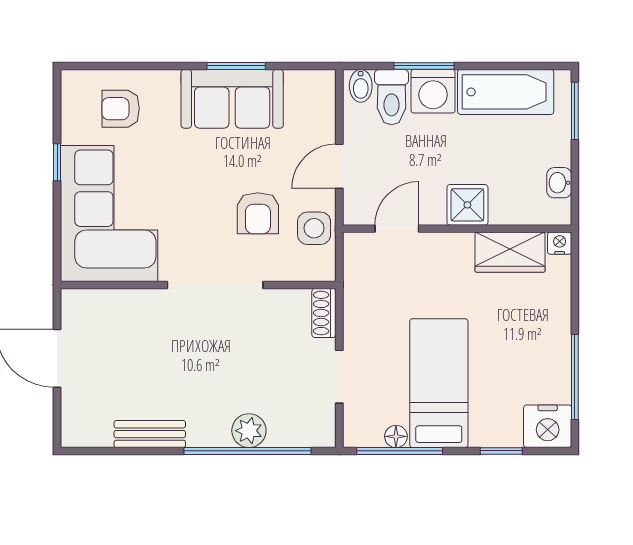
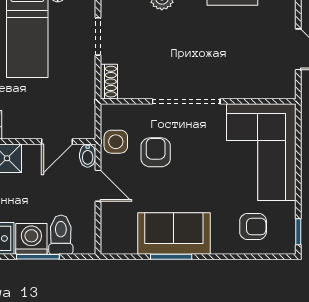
bidet: (361, 86) -> (88, 156), moved, turned 180
window: (57, 162) -> (298, 232), moved
door: (339, 166) -> (98, 186), hinge flipped

